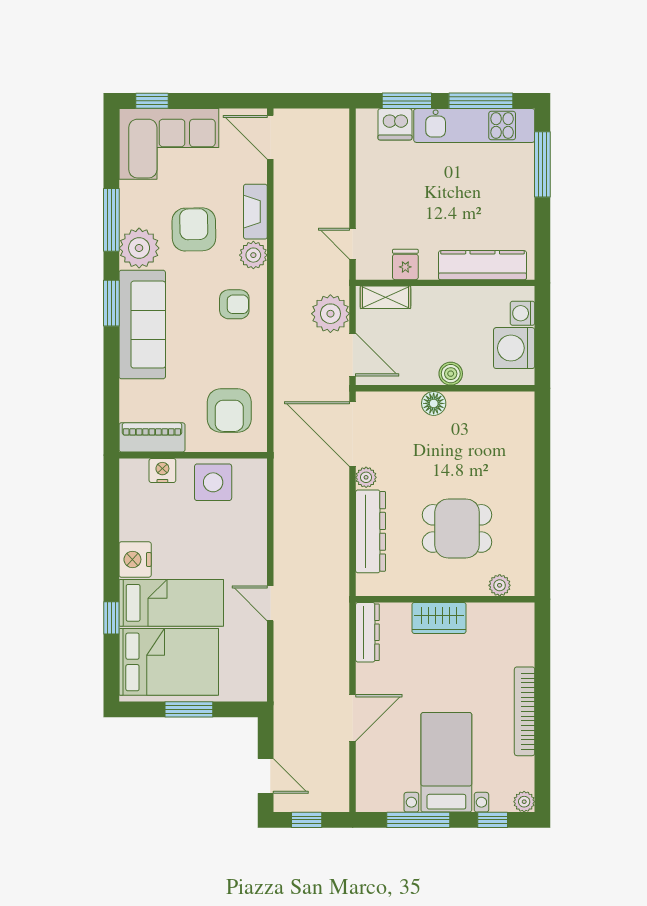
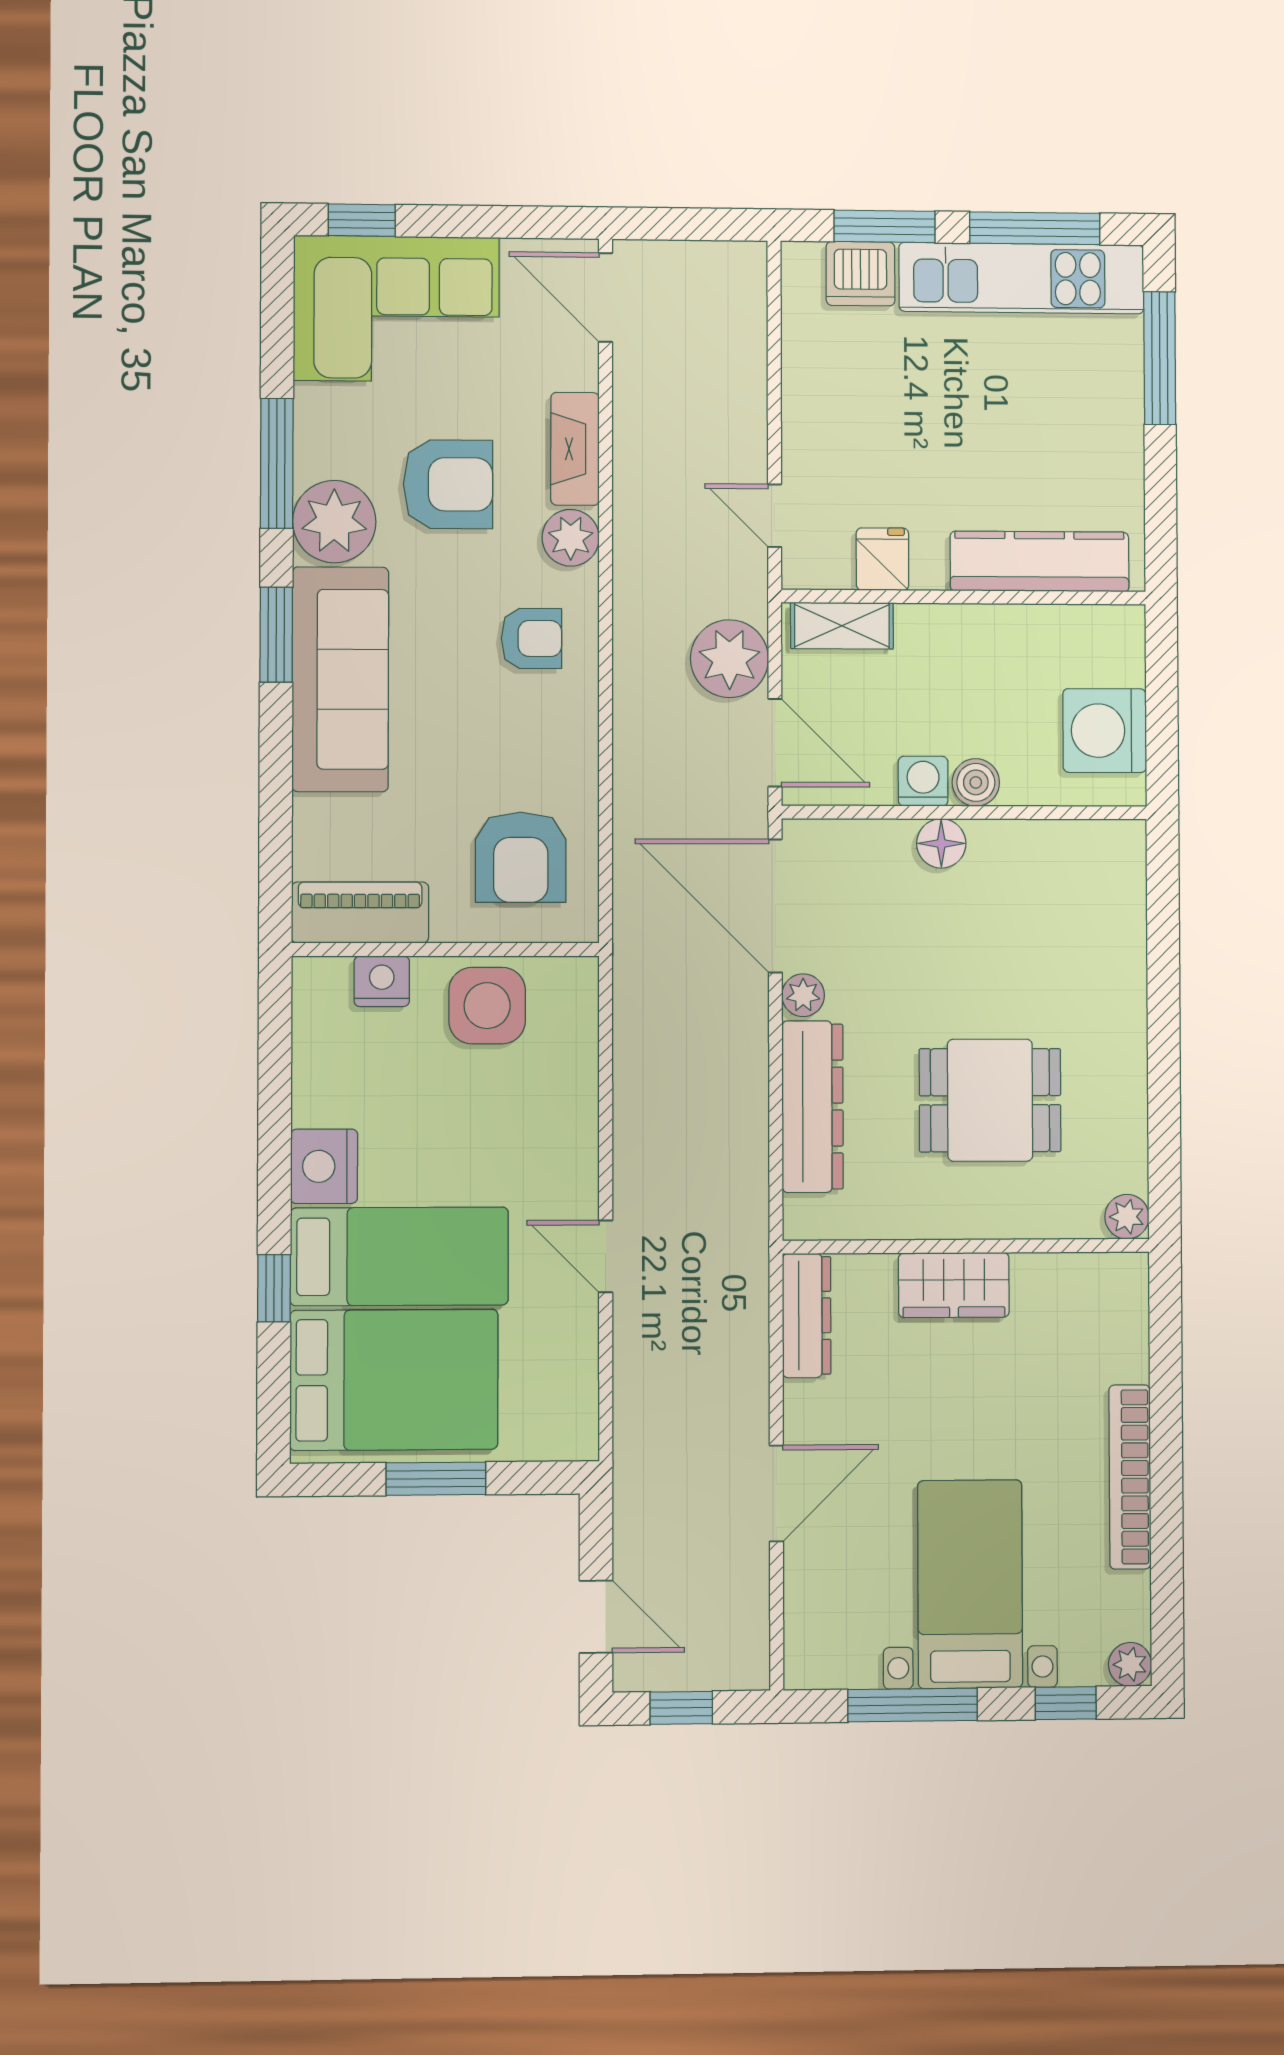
armchair: (194, 229) -> (448, 484), turned 91
washing machine: (523, 313) -> (923, 781), moved, turned 90
plant: (500, 585) -> (1127, 1217), moved

